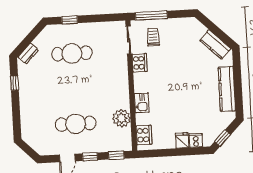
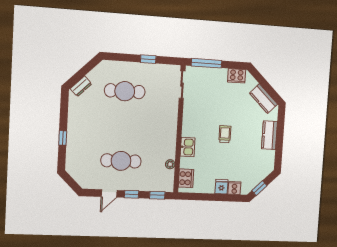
window: (70, 20) -> (148, 59), moved
trolley: (153, 37) -> (225, 134), moved
cooker: (140, 63) -> (237, 76), moved, turned 90
window: (14, 83) -> (63, 138), moved
kitchen counter: (227, 89) -> (269, 135), width x0.67
plant: (122, 118) -> (170, 164), width x0.53, depth x0.53

